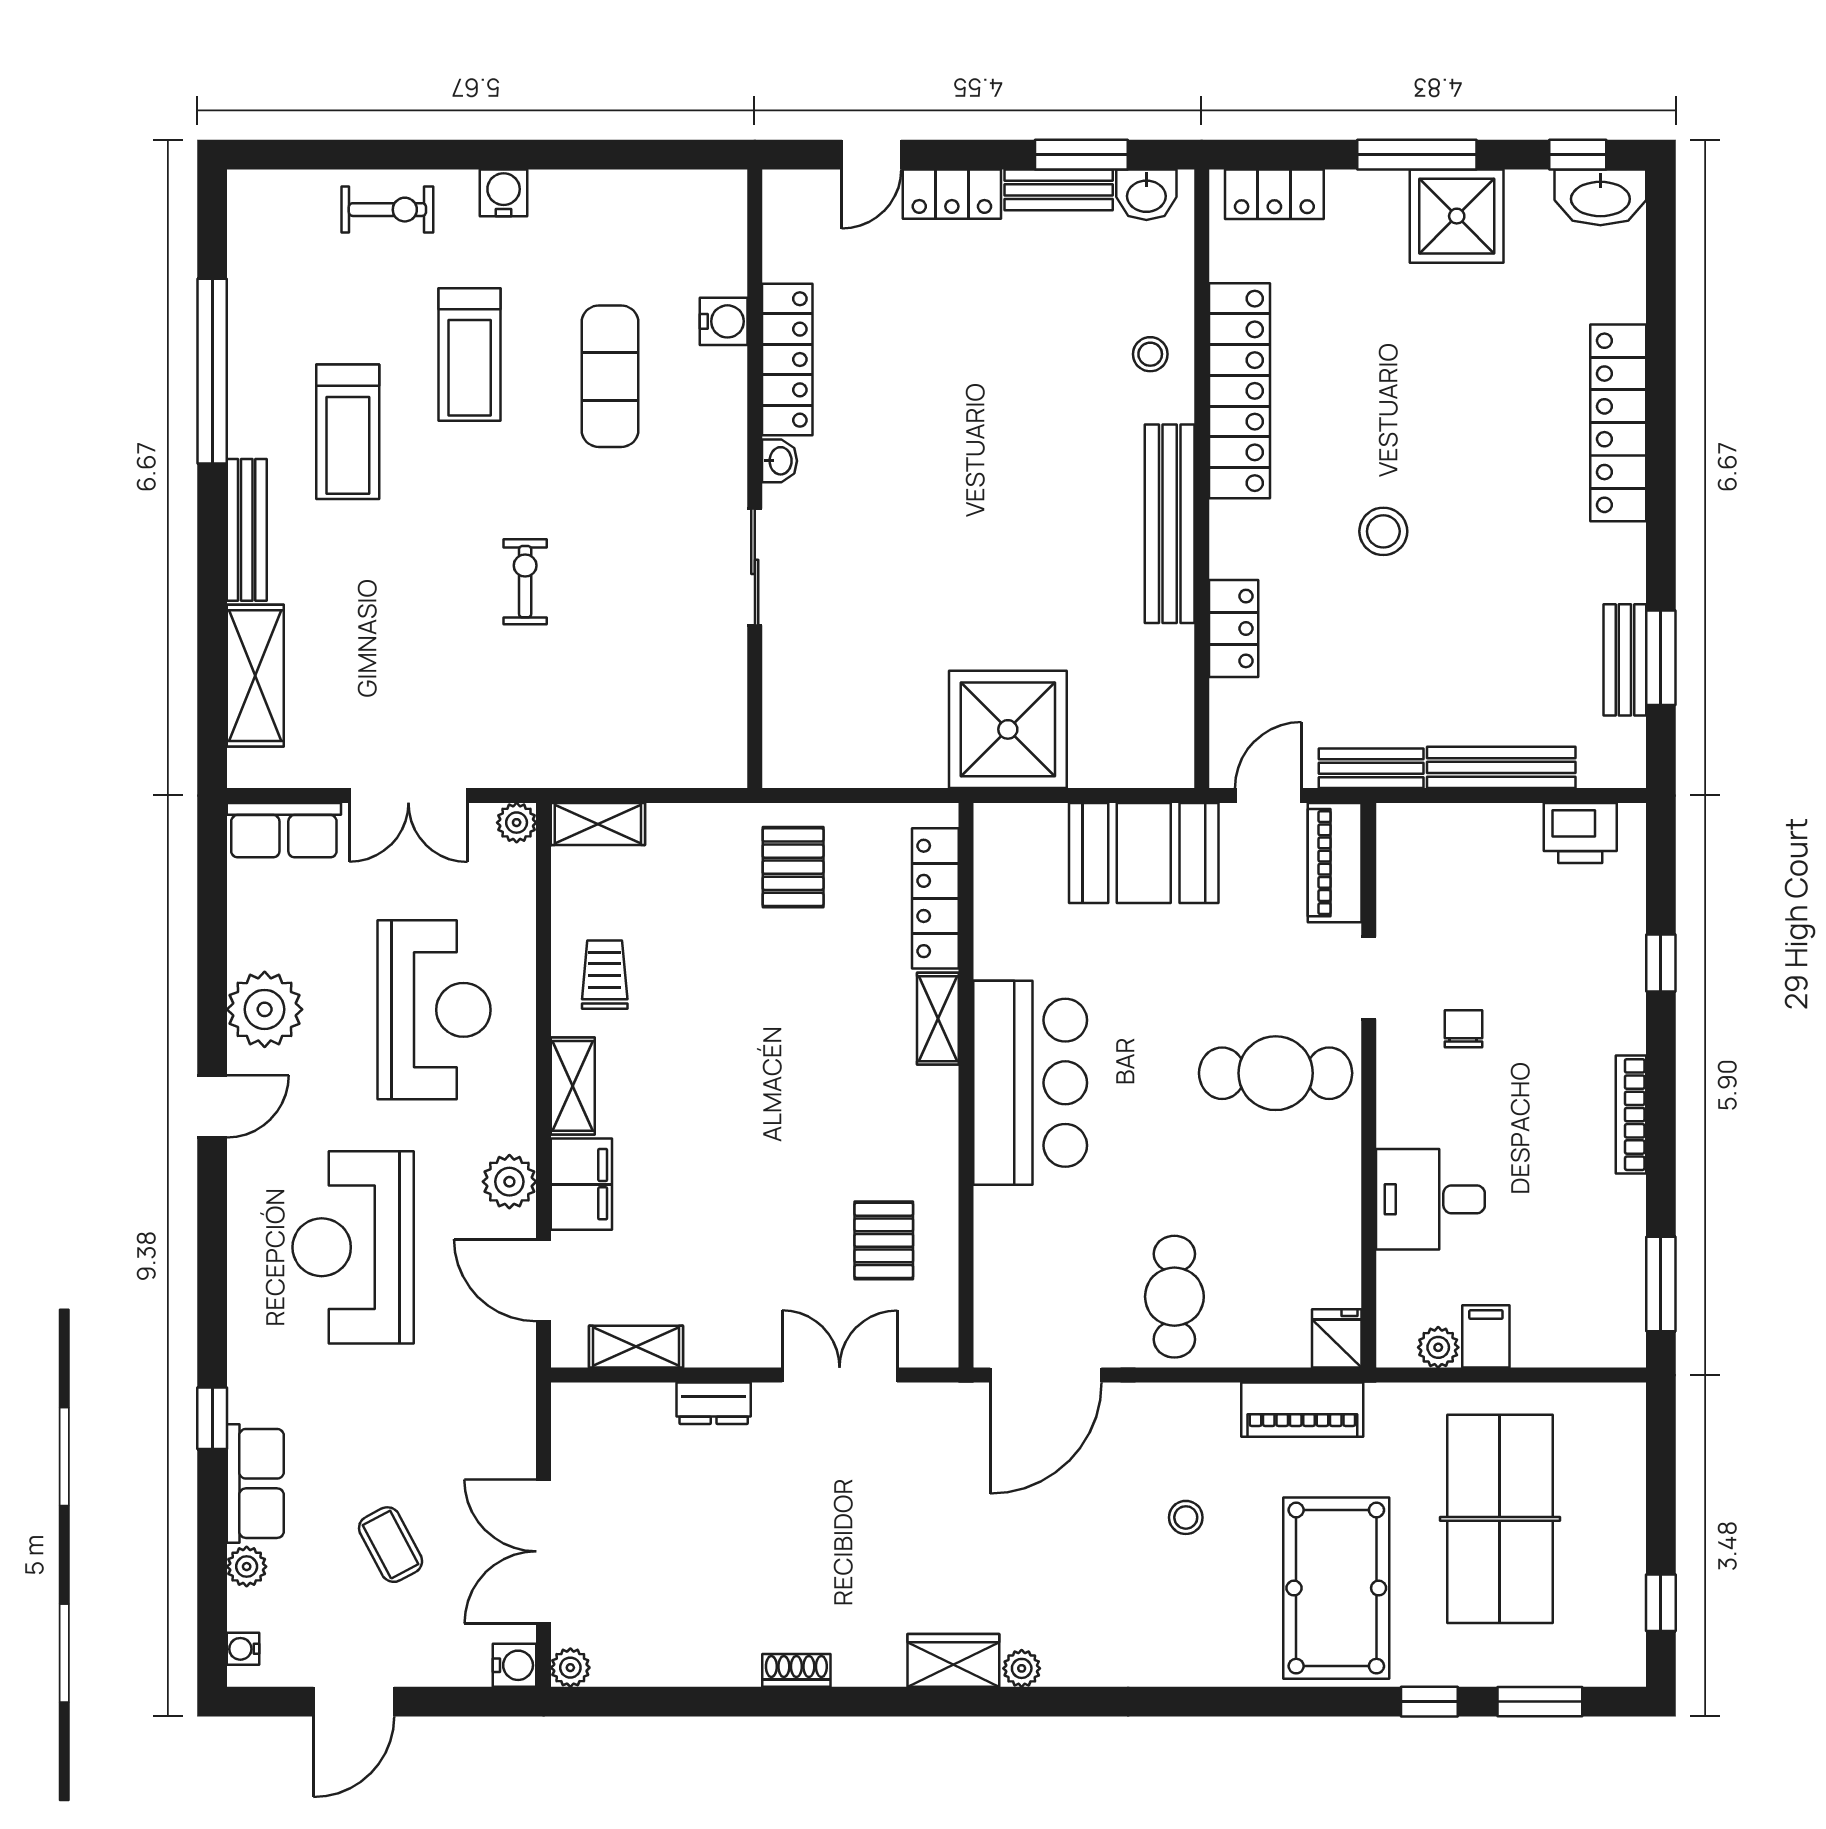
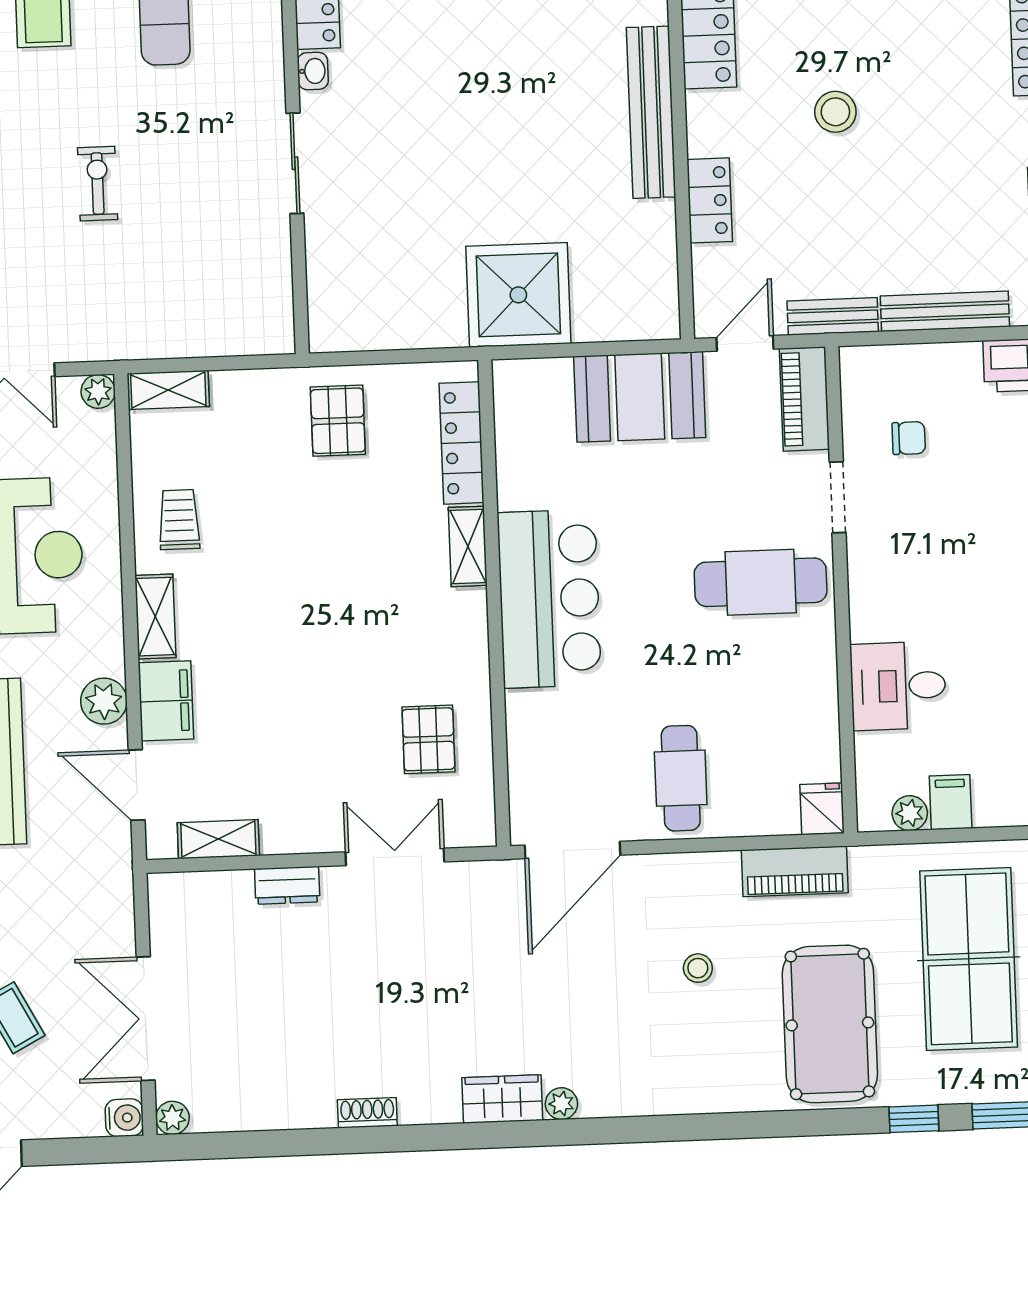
chair: (1463, 1029) -> (909, 438), moved, turned 90

